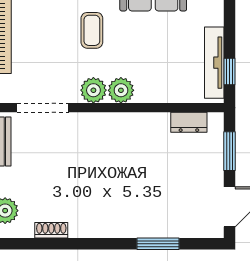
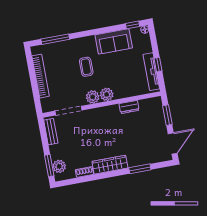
window: (230, 71) -> (158, 65), moved
dresser: (189, 122) -> (129, 107), moved
wardrobe: (102, 225) -> (110, 165), added

